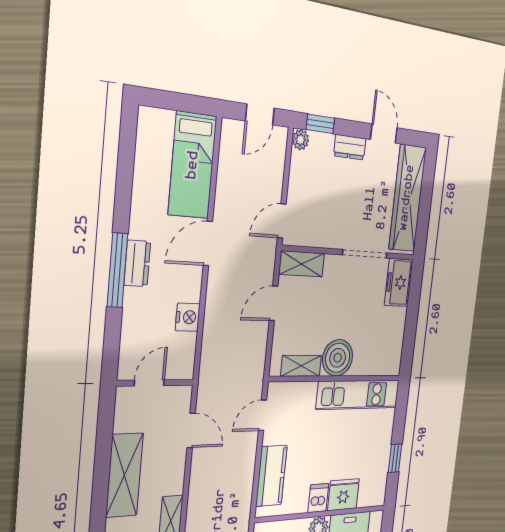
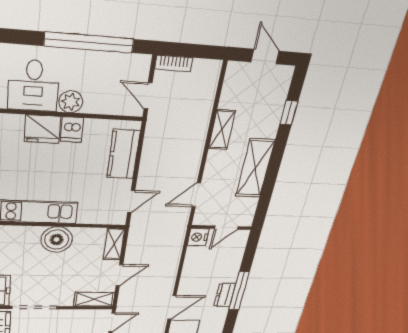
nightstand: (188, 317) -> (198, 237), moved
shelving: (301, 366) -> (114, 244), moved, turned 90
door: (191, 430) -> (196, 195), hinge flipped

